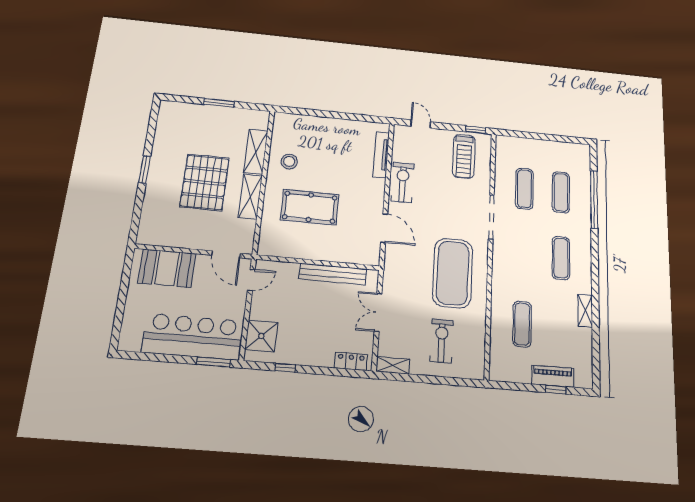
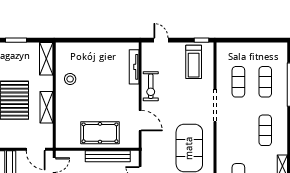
shelving: (256, 152) -> (46, 59), moved
exercise bike: (403, 183) -> (151, 86), turned 180
pool table: (310, 207) -> (100, 133), moved

